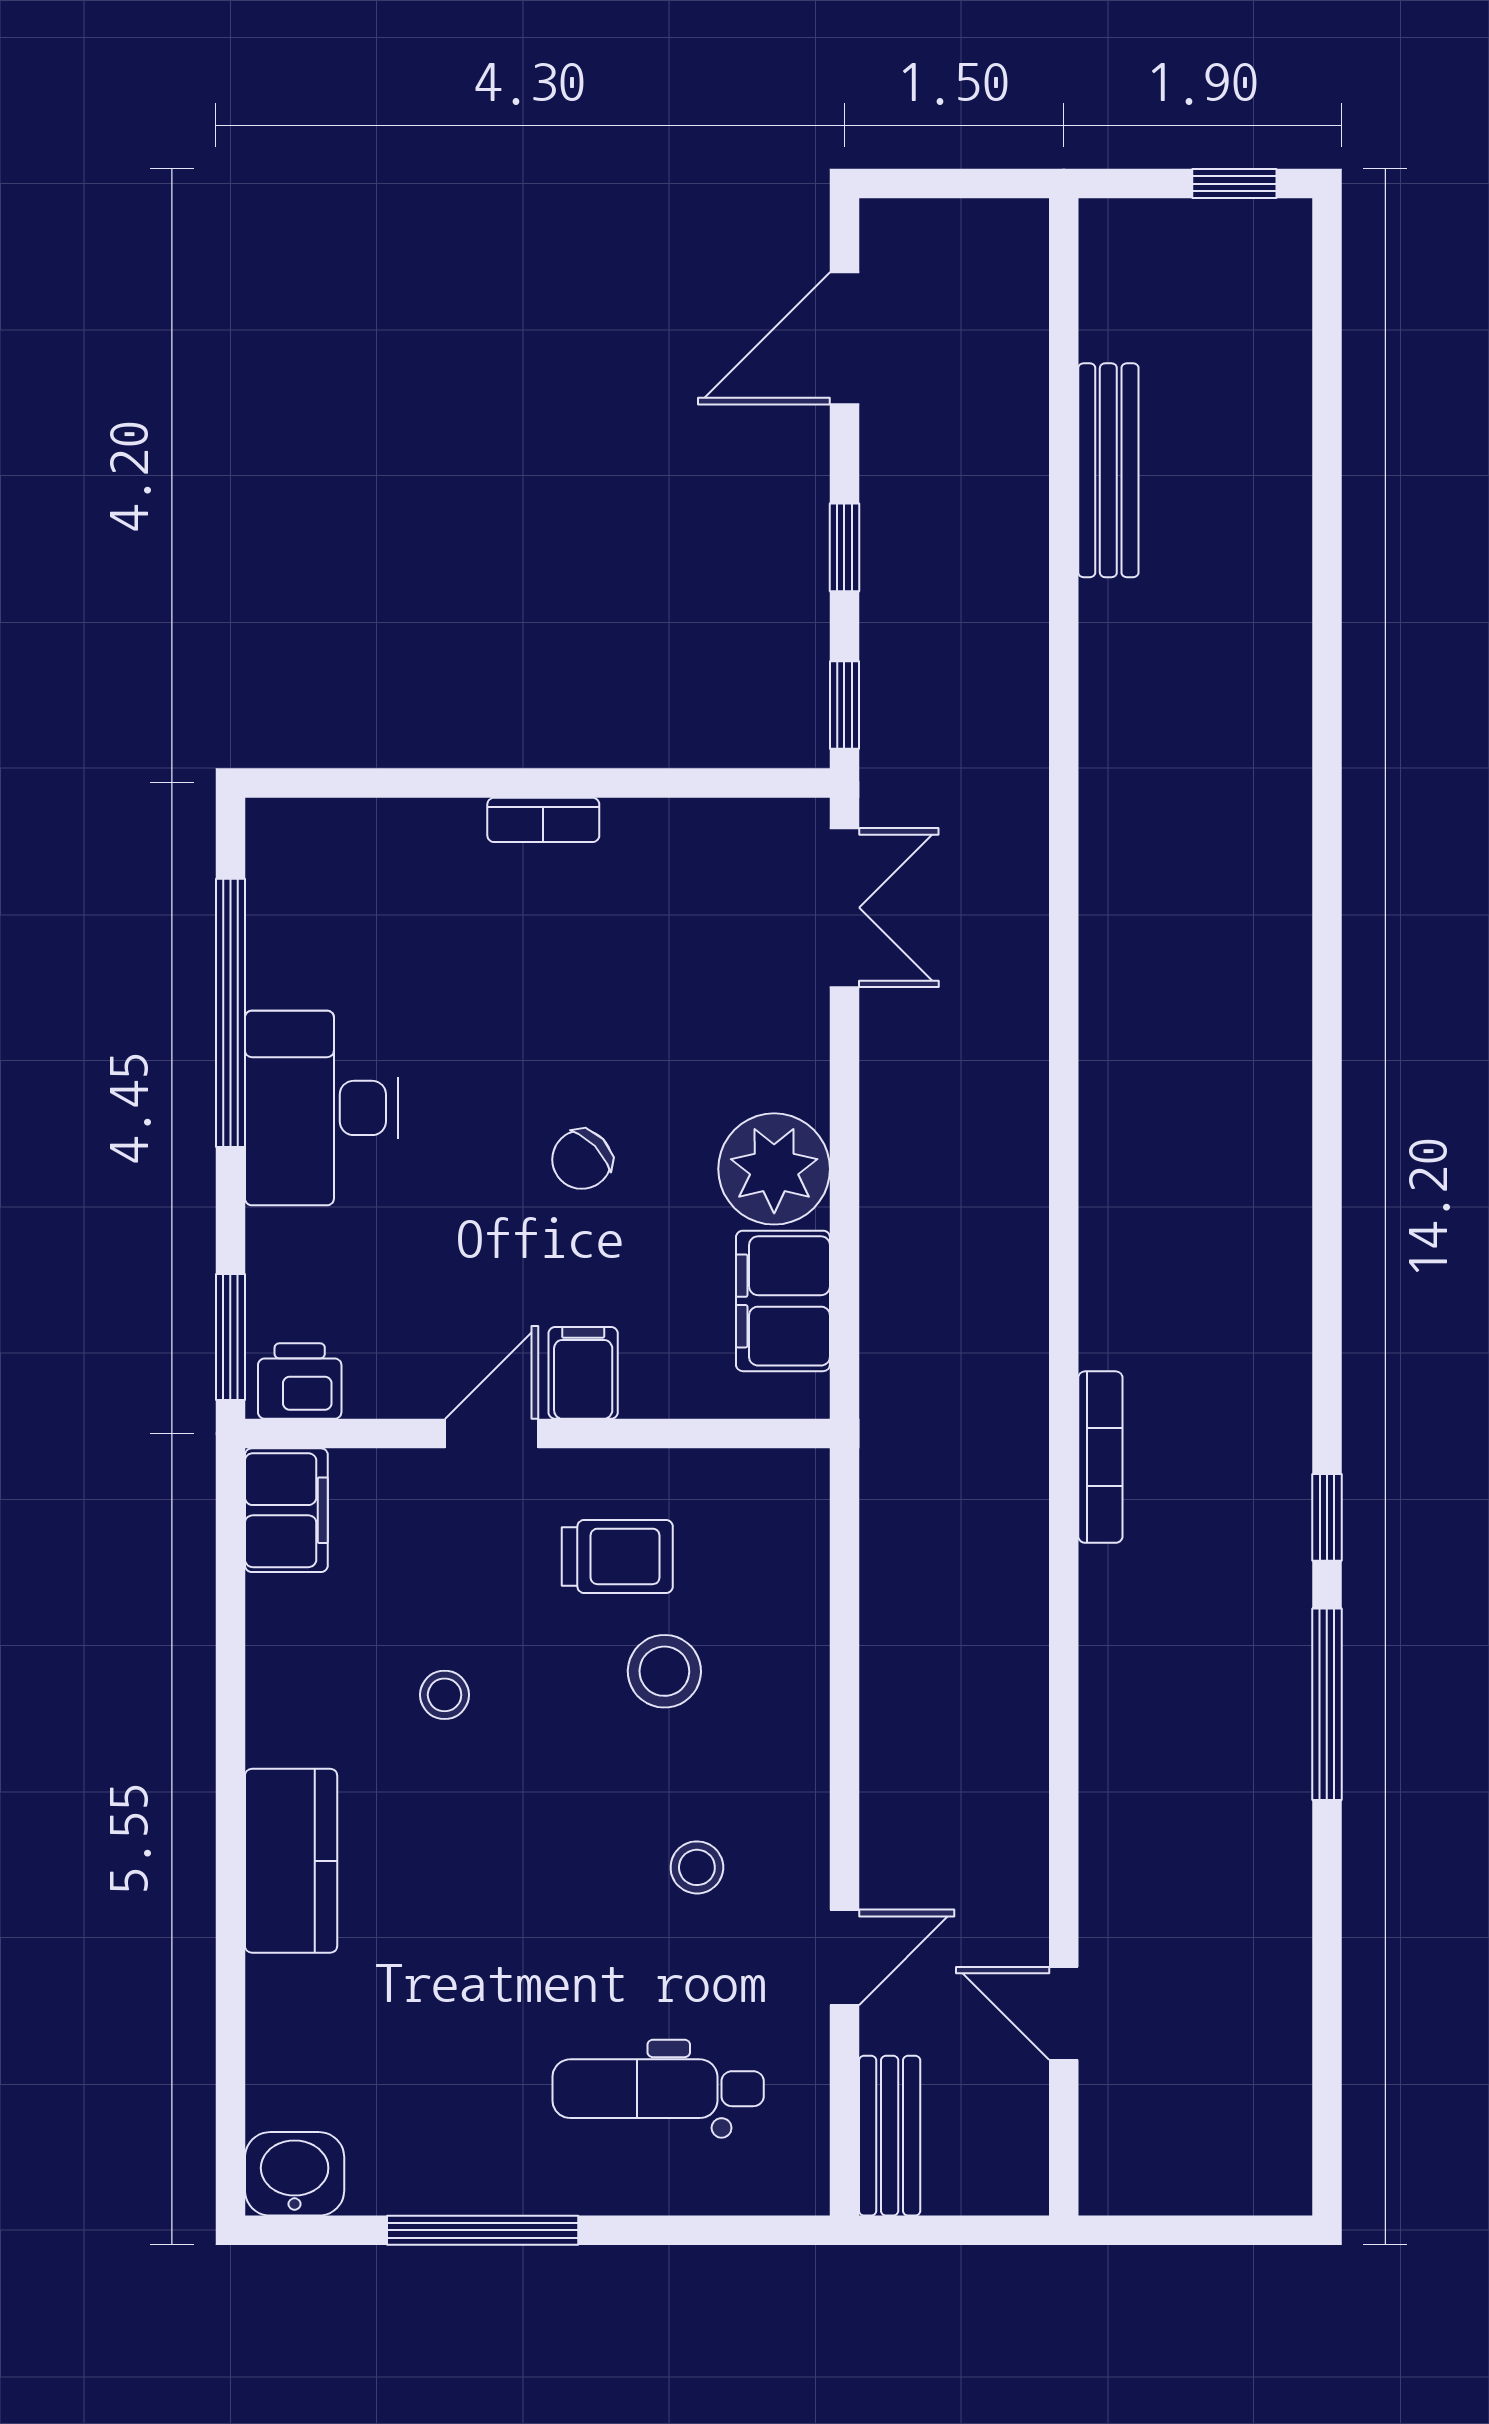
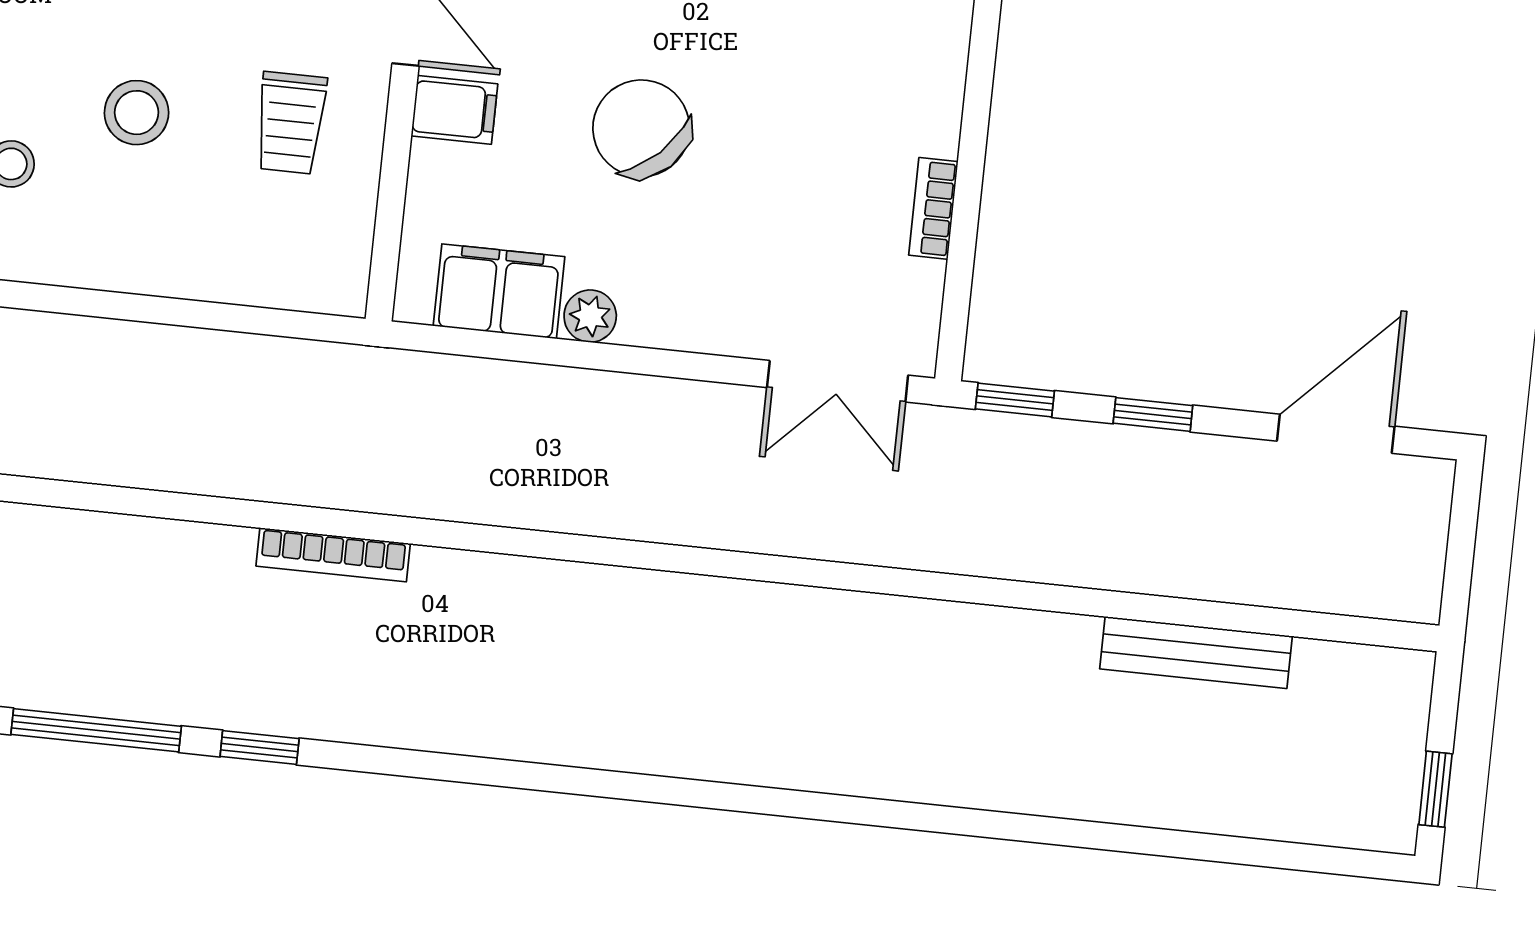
door: (844, 338) -> (1336, 434), hinge flipped
bookcase: (543, 820) -> (933, 208), moved
chair: (582, 1160) -> (641, 128), width x1.87, depth x1.87
plant: (774, 1169) -> (590, 316), width x0.53, depth x0.53
stool: (664, 1671) -> (137, 113), moved

